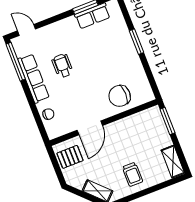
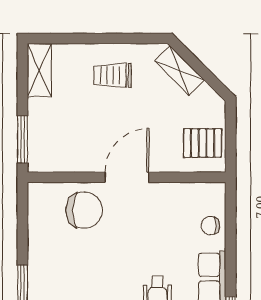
door: (90, 128) -> (127, 177), moved
trolley: (132, 174) -> (113, 75), turned -90

